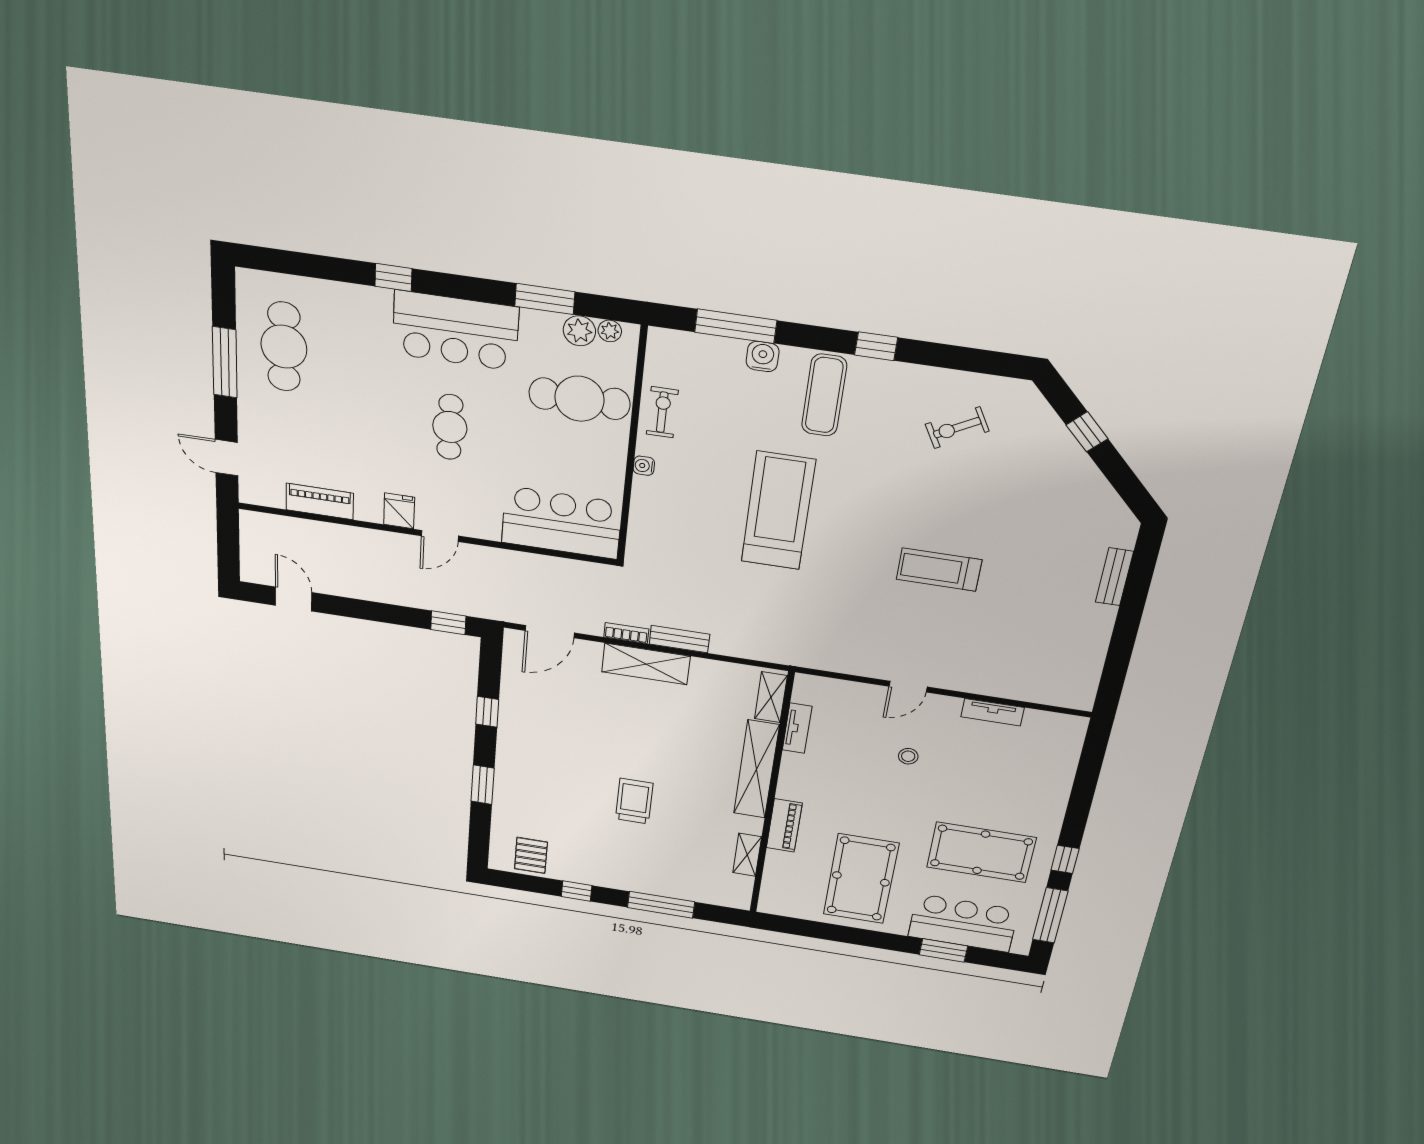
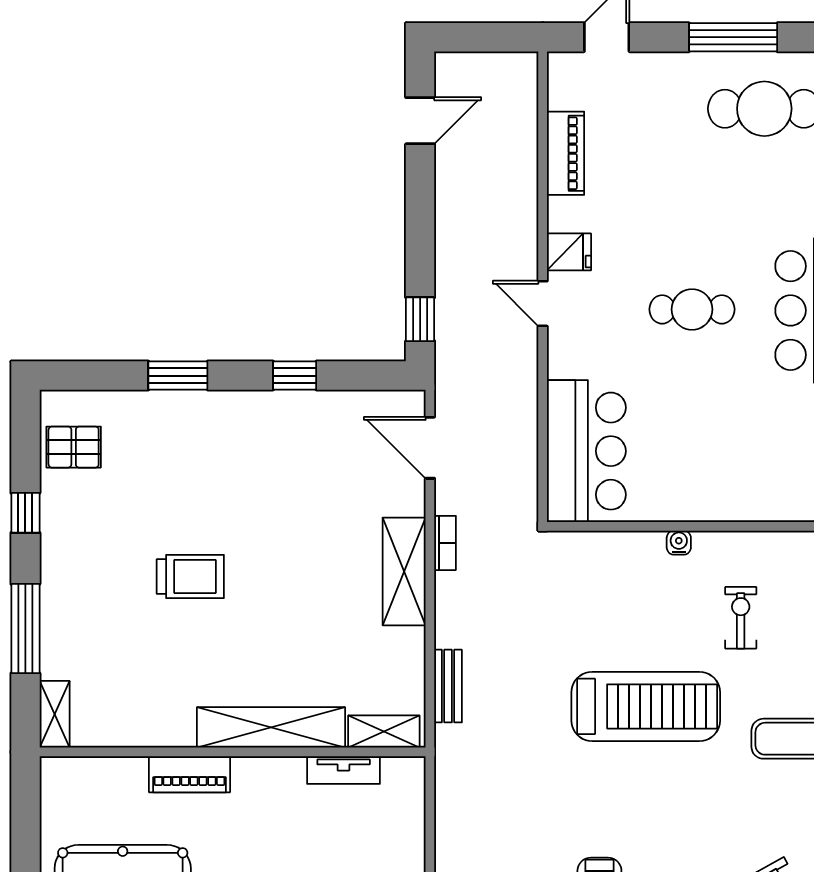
cafe table: (579, 399) -> (753, 460), removed
exercise bike: (662, 412) -> (741, 618), moved, turned -90
bench: (679, 639) -> (448, 686), moved
shelving: (747, 855) -> (55, 714), moved, turned 90

